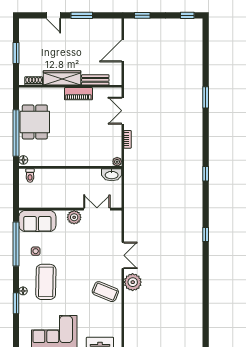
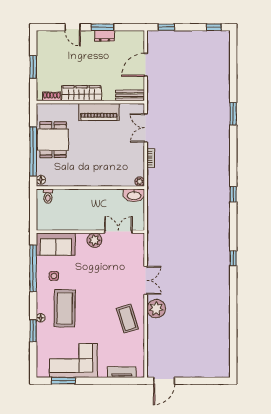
dresser: (84, 23) -> (105, 36), added
bench: (95, 80) -> (130, 95), moved
piano: (78, 94) -> (99, 112), width x1.37, depth x1.33
coffee table: (105, 292) -> (127, 319), turned 51

